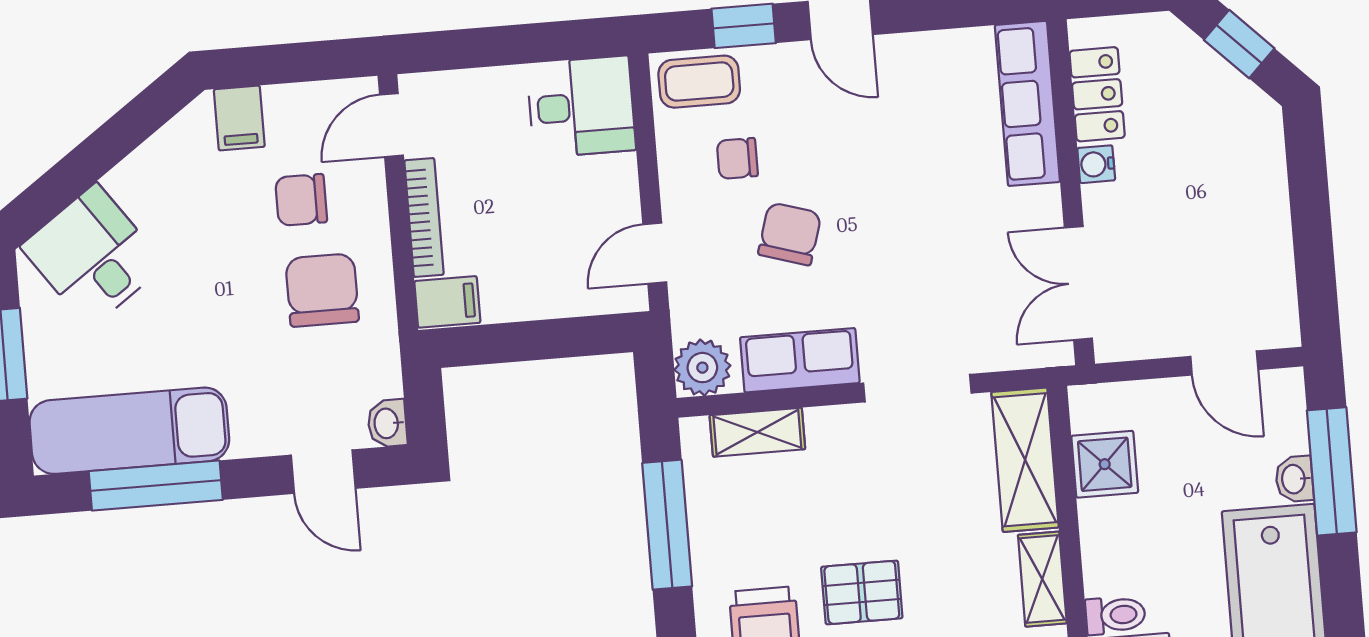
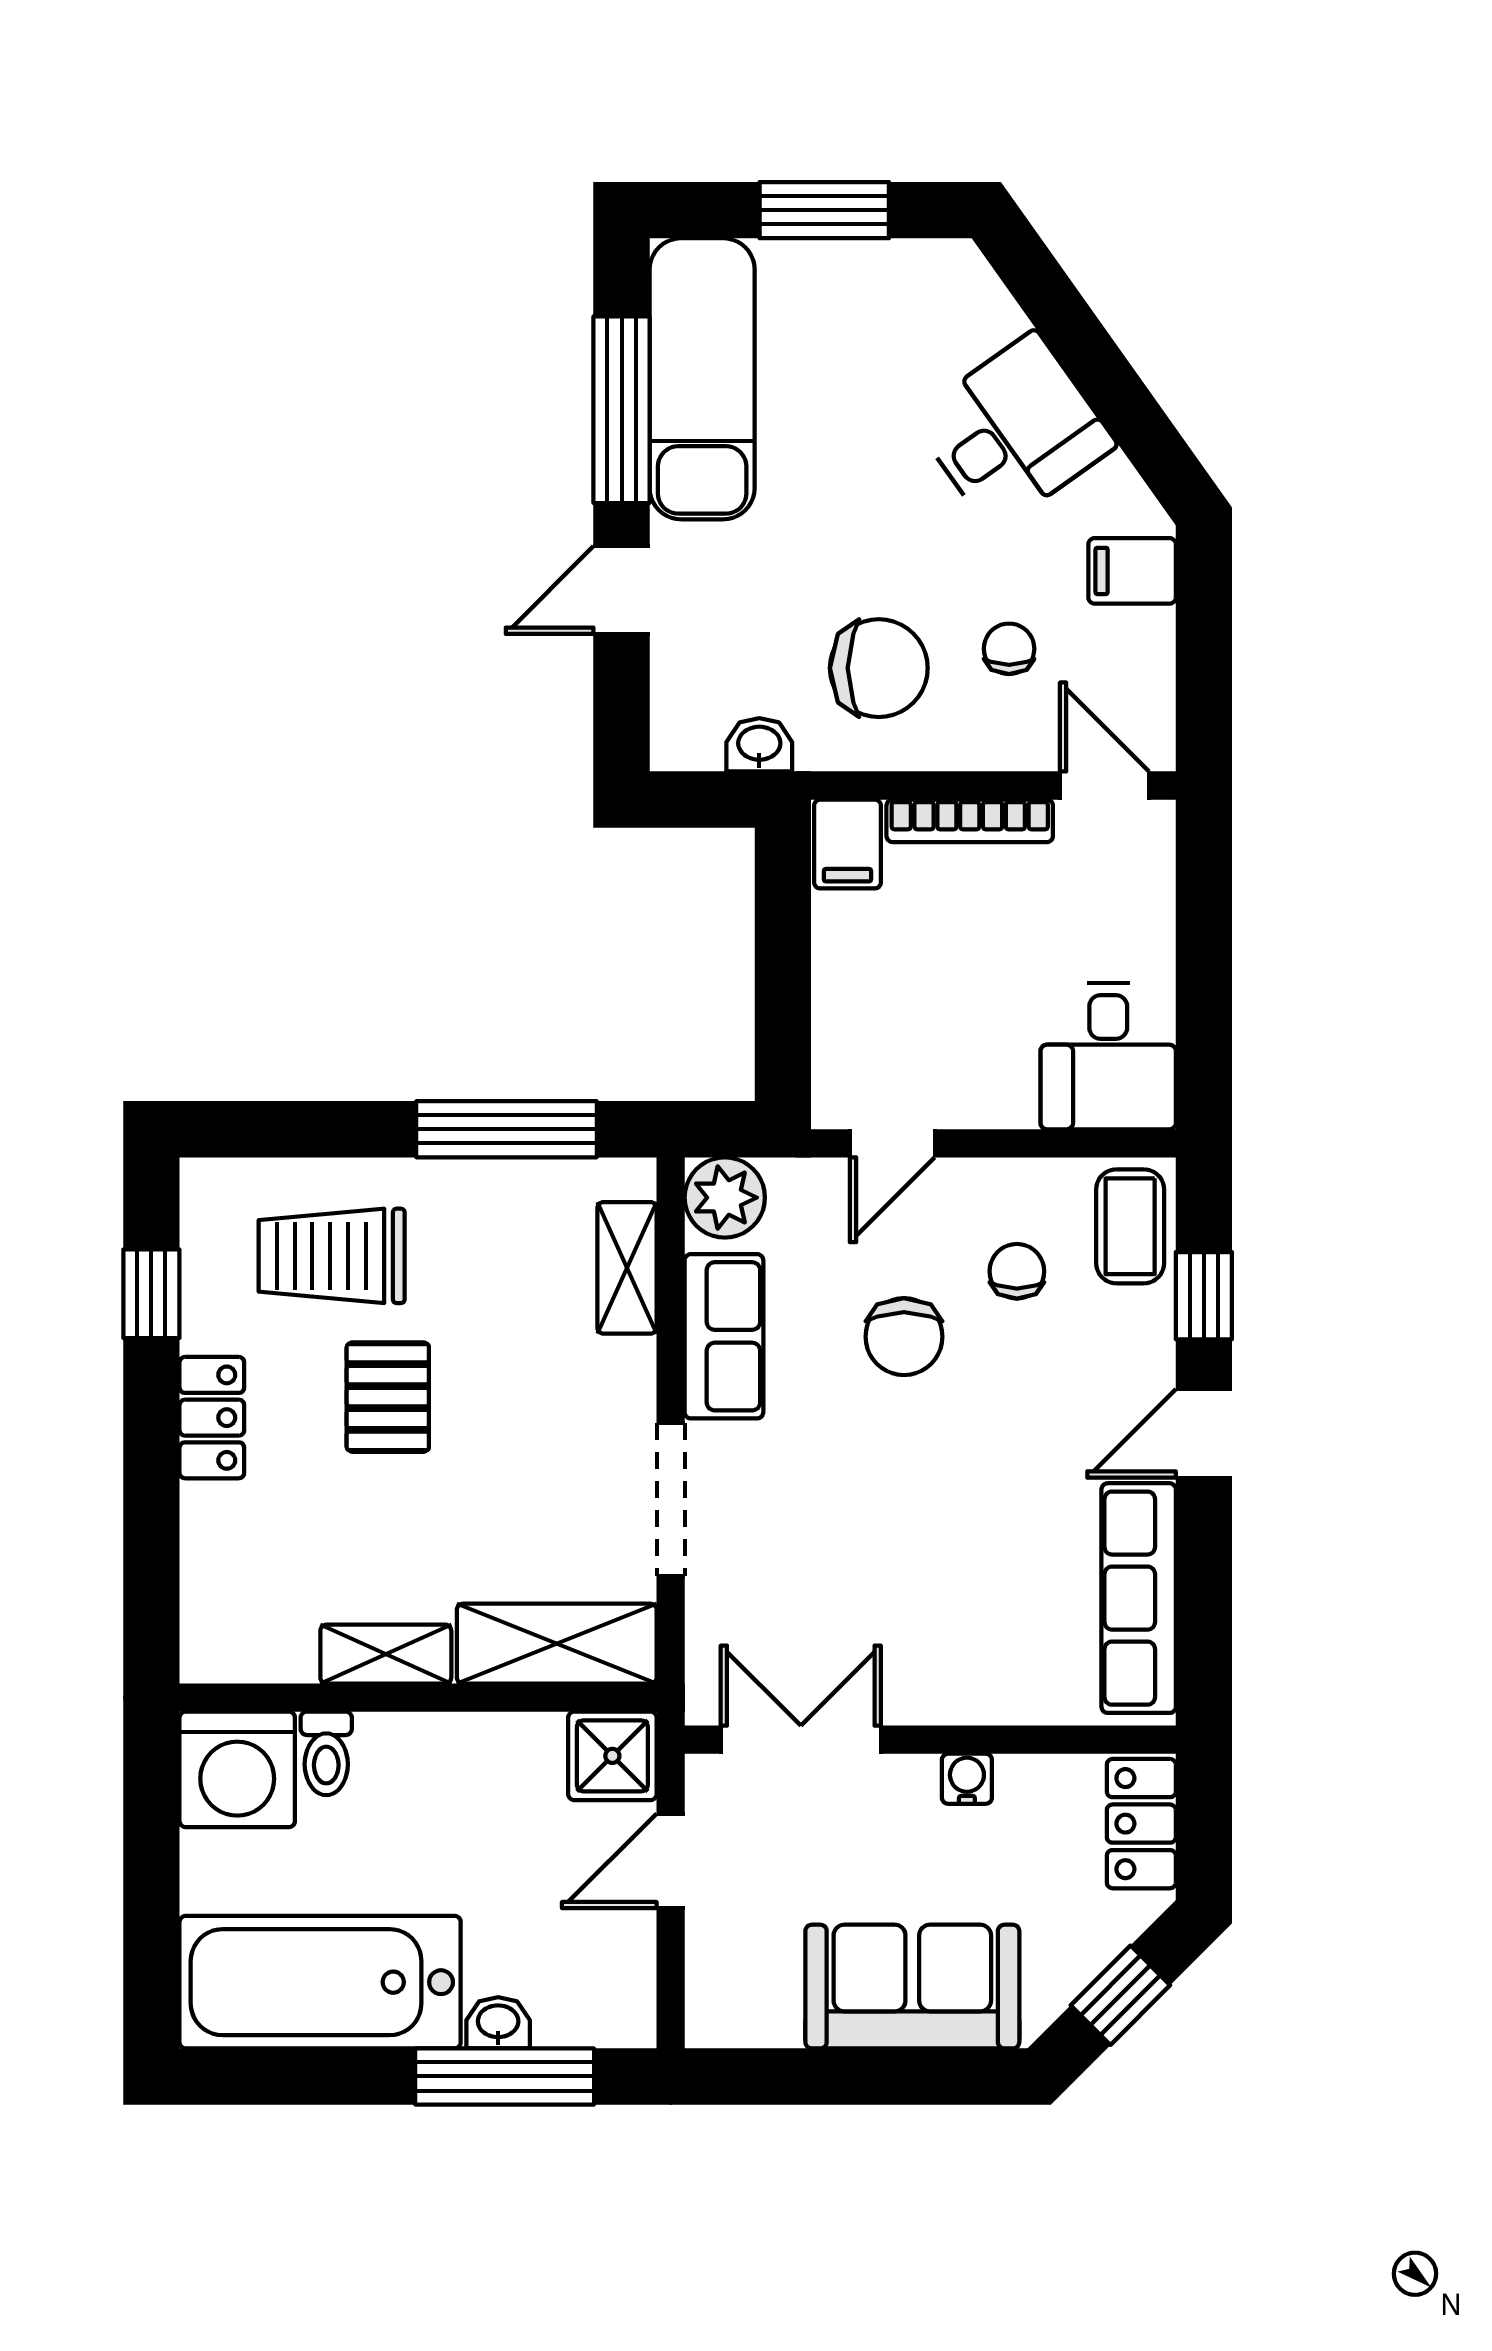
locker: (1097, 94) -> (1141, 1824), moved, turned 90
row of seats: (1027, 103) -> (1139, 1598), moved, turned -90
sofa: (1245, 191) -> (912, 1987), added
chair: (301, 200) -> (1009, 649), width x0.73, depth x0.73
chair: (790, 234) -> (904, 1337), turned 73
door: (655, 253) -> (892, 1143), swing flipped
desk: (93, 256) -> (1014, 432), moved
door: (1224, 363) -> (671, 1861), moved
washbasin: (387, 423) -> (759, 745), moved
shower: (1105, 464) -> (612, 1756), moved
door: (323, 472) -> (622, 590), moved

